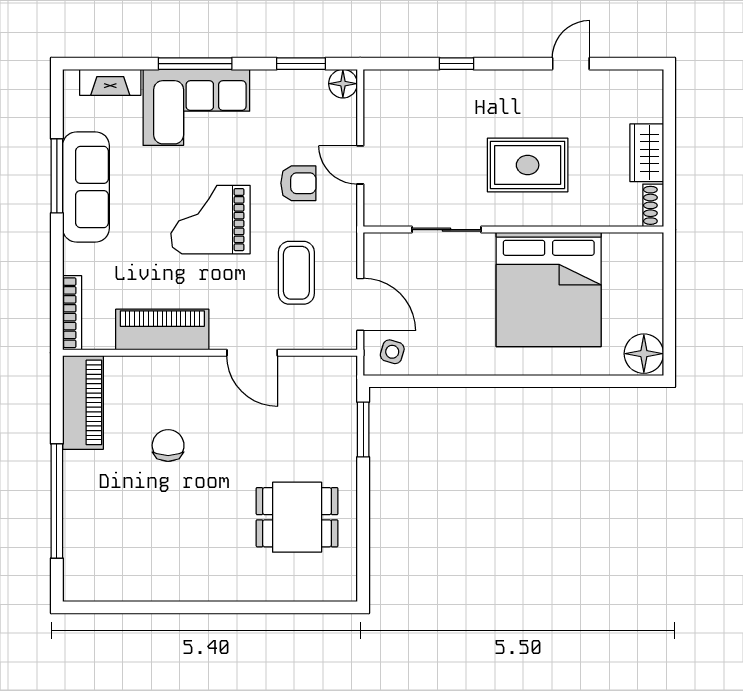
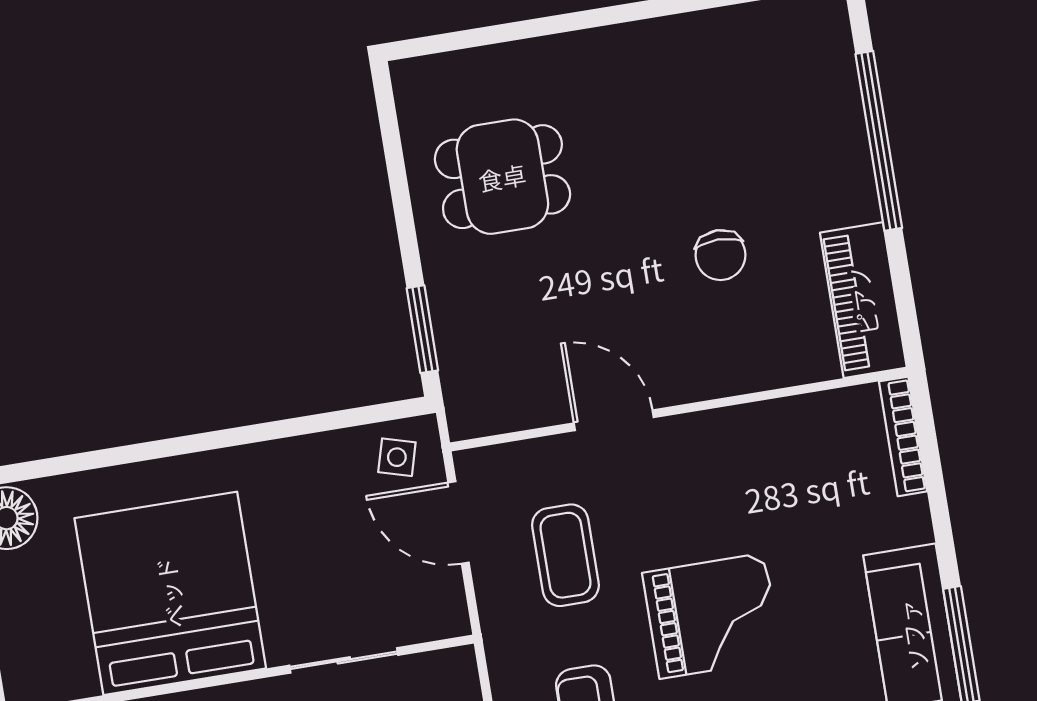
piano: (162, 330) -> (759, 433), removed

